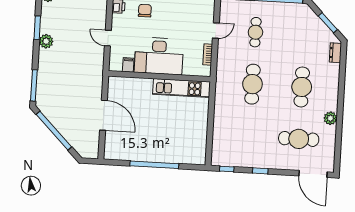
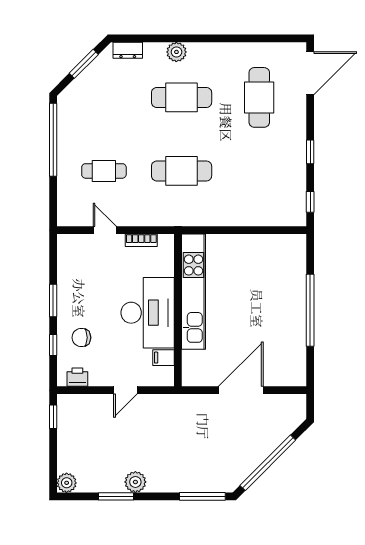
kitchen unit: (182, 88) -> (194, 292), width x1.36
plant: (330, 118) -> (176, 52), moved

